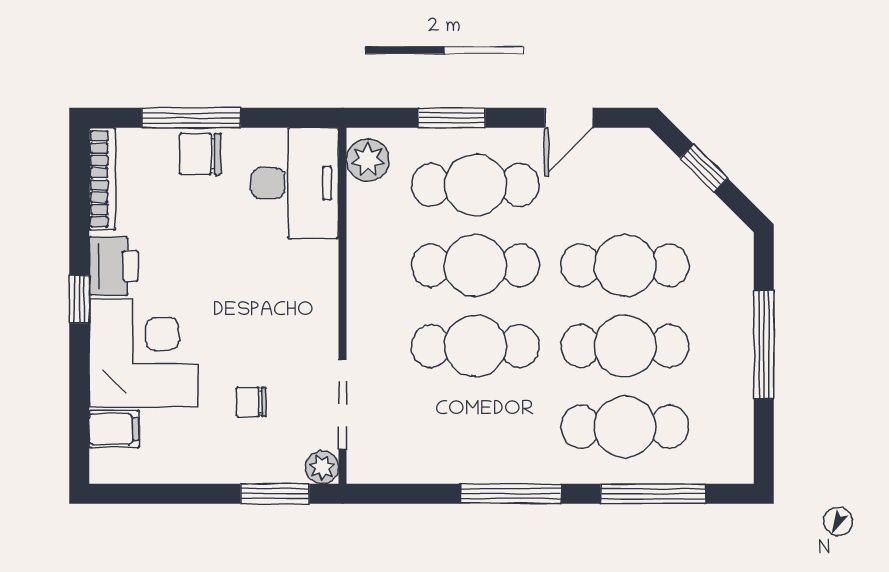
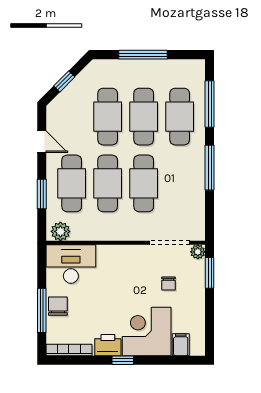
chair: (200, 154) -> (58, 306), turned 180

